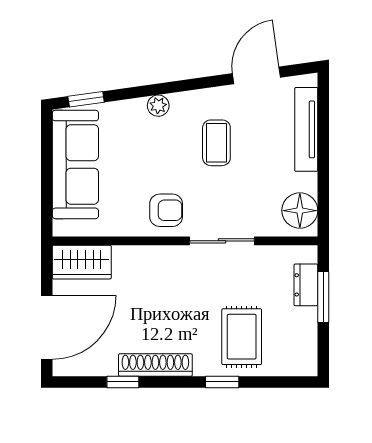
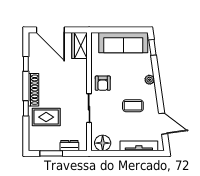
window: (323, 297) -> (51, 153), moved
shoe rack: (155, 365) -> (34, 90), moved

